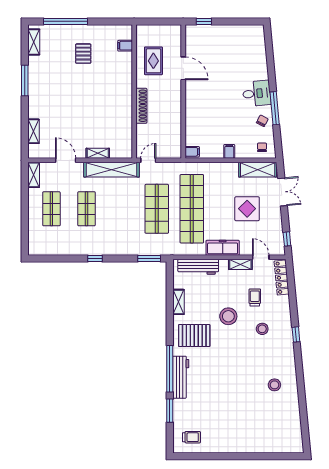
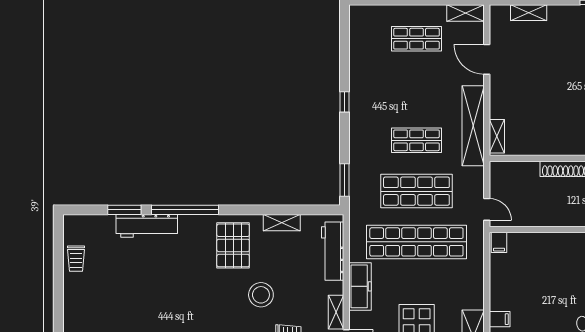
filing cabinet: (229, 151) -> (500, 319), moved
shelving: (98, 153) -> (497, 136), moved
door: (66, 160) -> (487, 59), swing flipped
door: (148, 160) -> (487, 209), moved
shop shelf: (87, 209) -> (416, 140), moved
workbench: (181, 377) -> (147, 226), moved
trolley: (191, 437) -> (76, 259), moved

